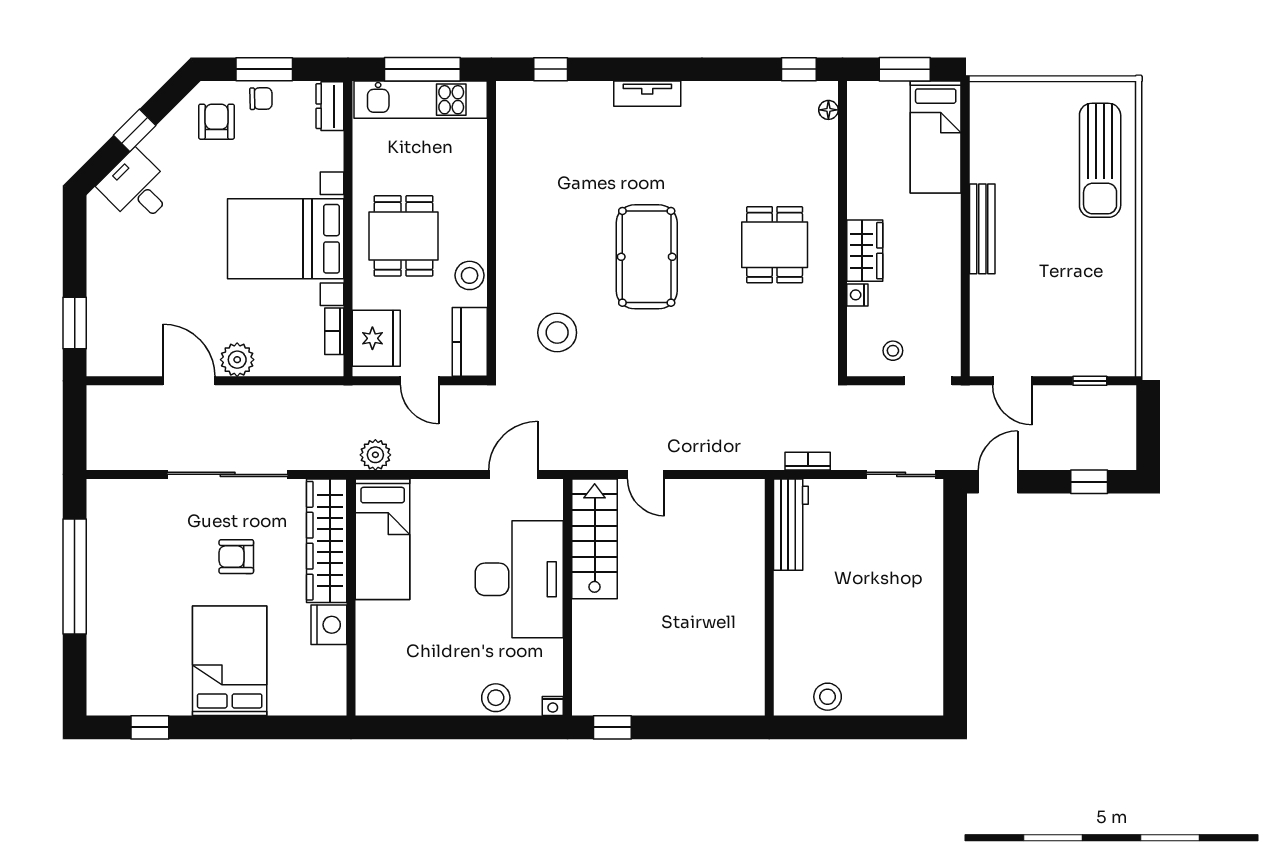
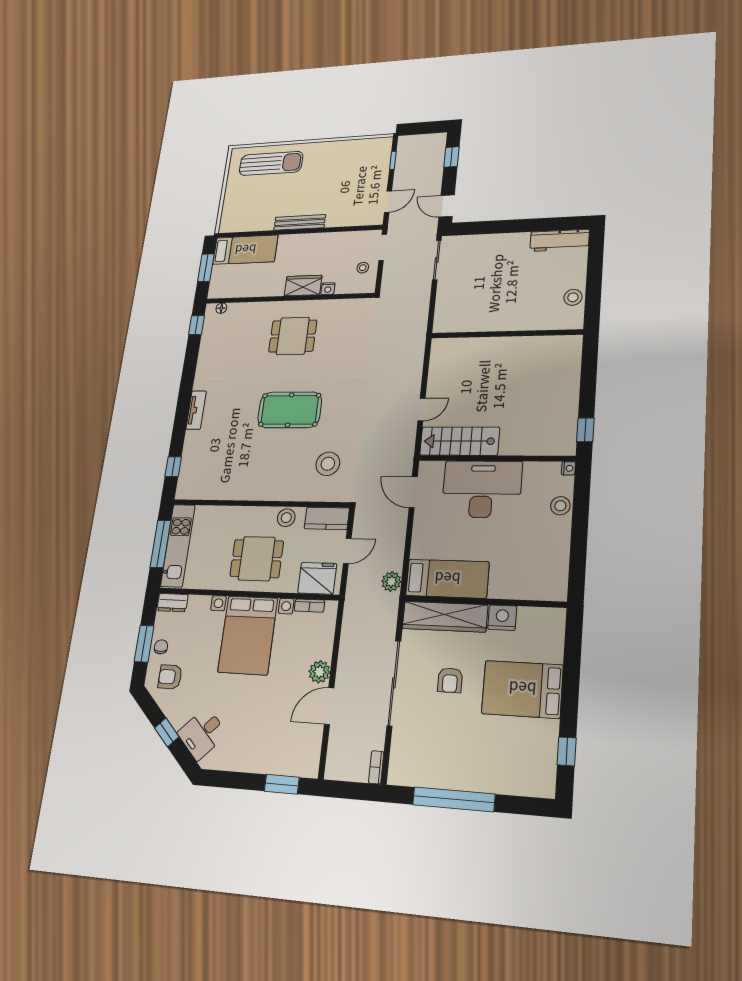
bookcase: (808, 461) -> (376, 767), moved
workbench: (791, 525) -> (559, 240), moved, turned 180

